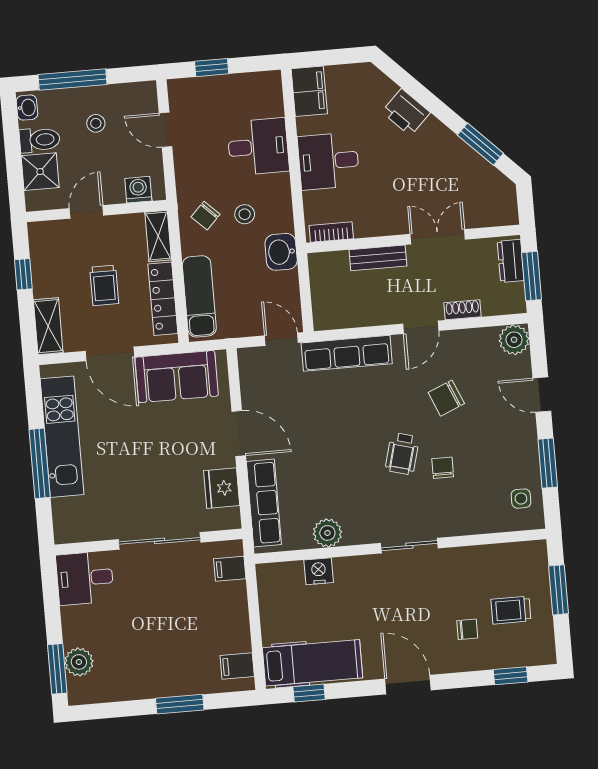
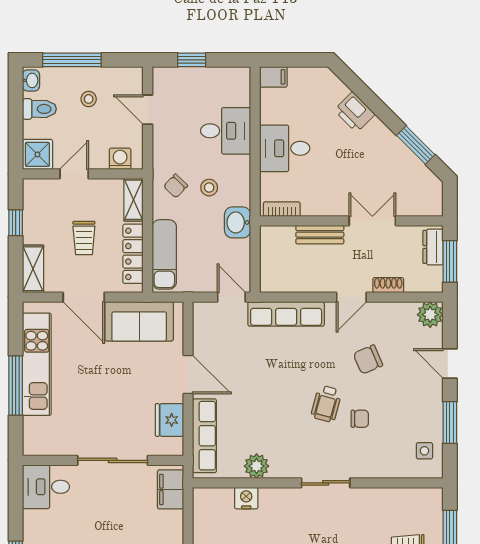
filing cabinet: (309, 91) -> (273, 77), width x0.50
shower: (40, 172) -> (37, 154), moved
chair: (443, 468) -> (360, 419), turned 90
filing cabinet: (230, 569) -> (170, 489), width x2.00

